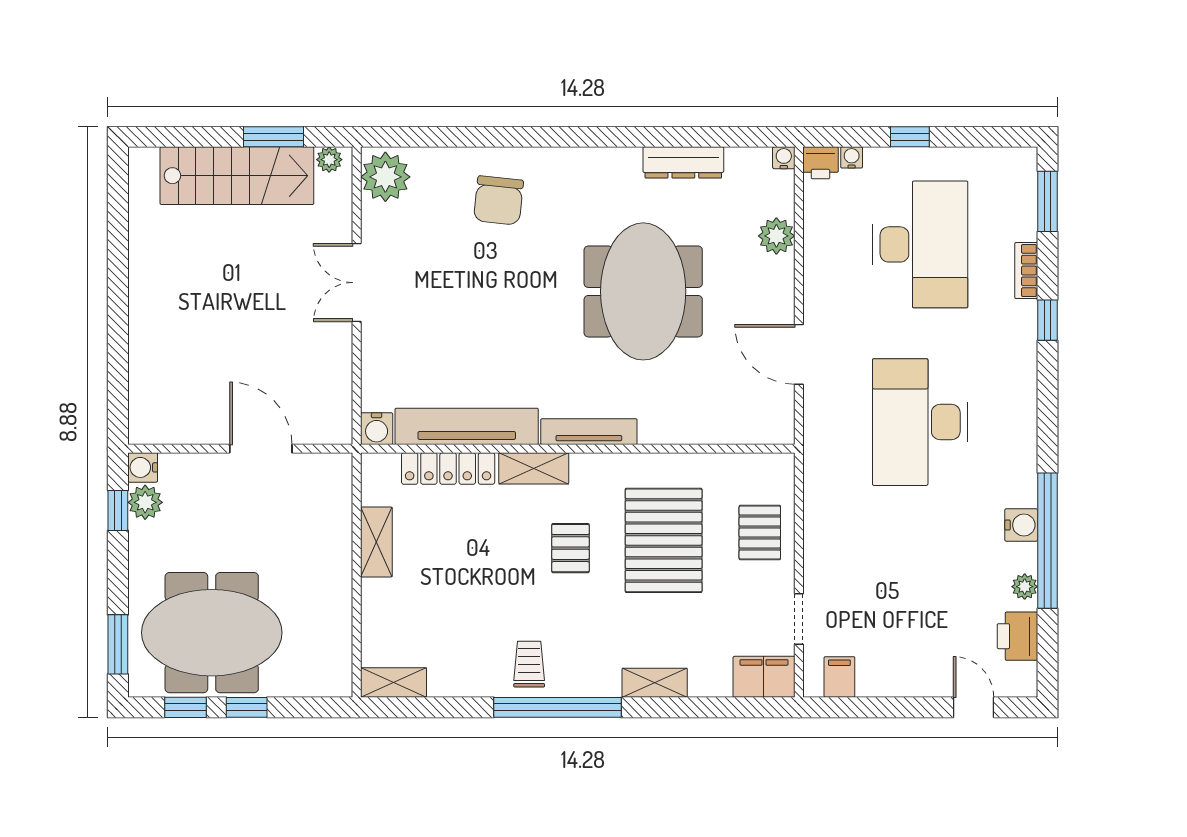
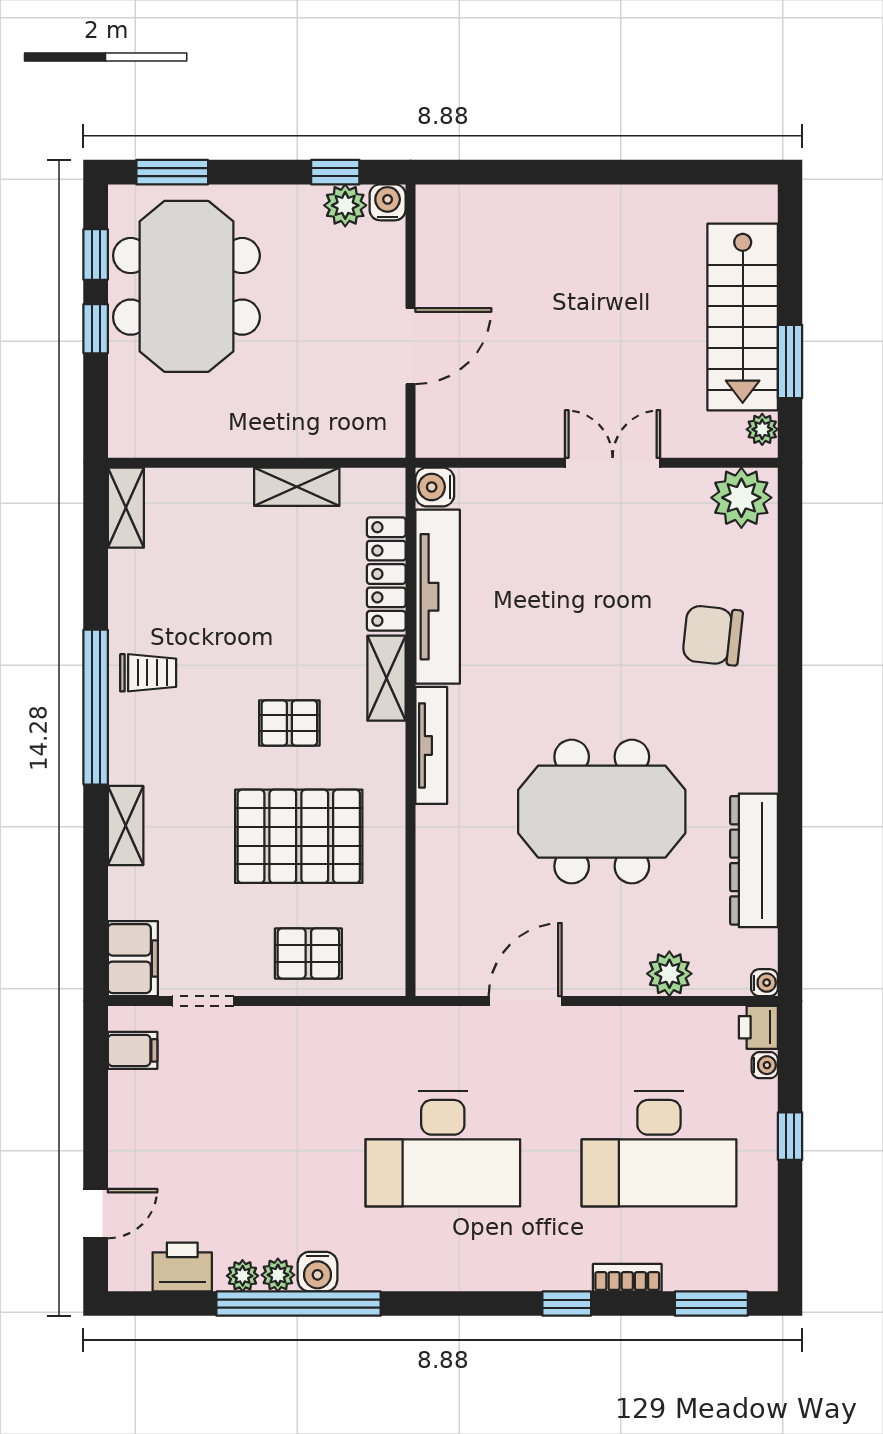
dresser: (683, 162) -> (754, 860), width x1.37, depth x1.24
desk: (920, 422) -> (443, 1149), turned 180
plant: (1024, 557) -> (278, 1275), added

